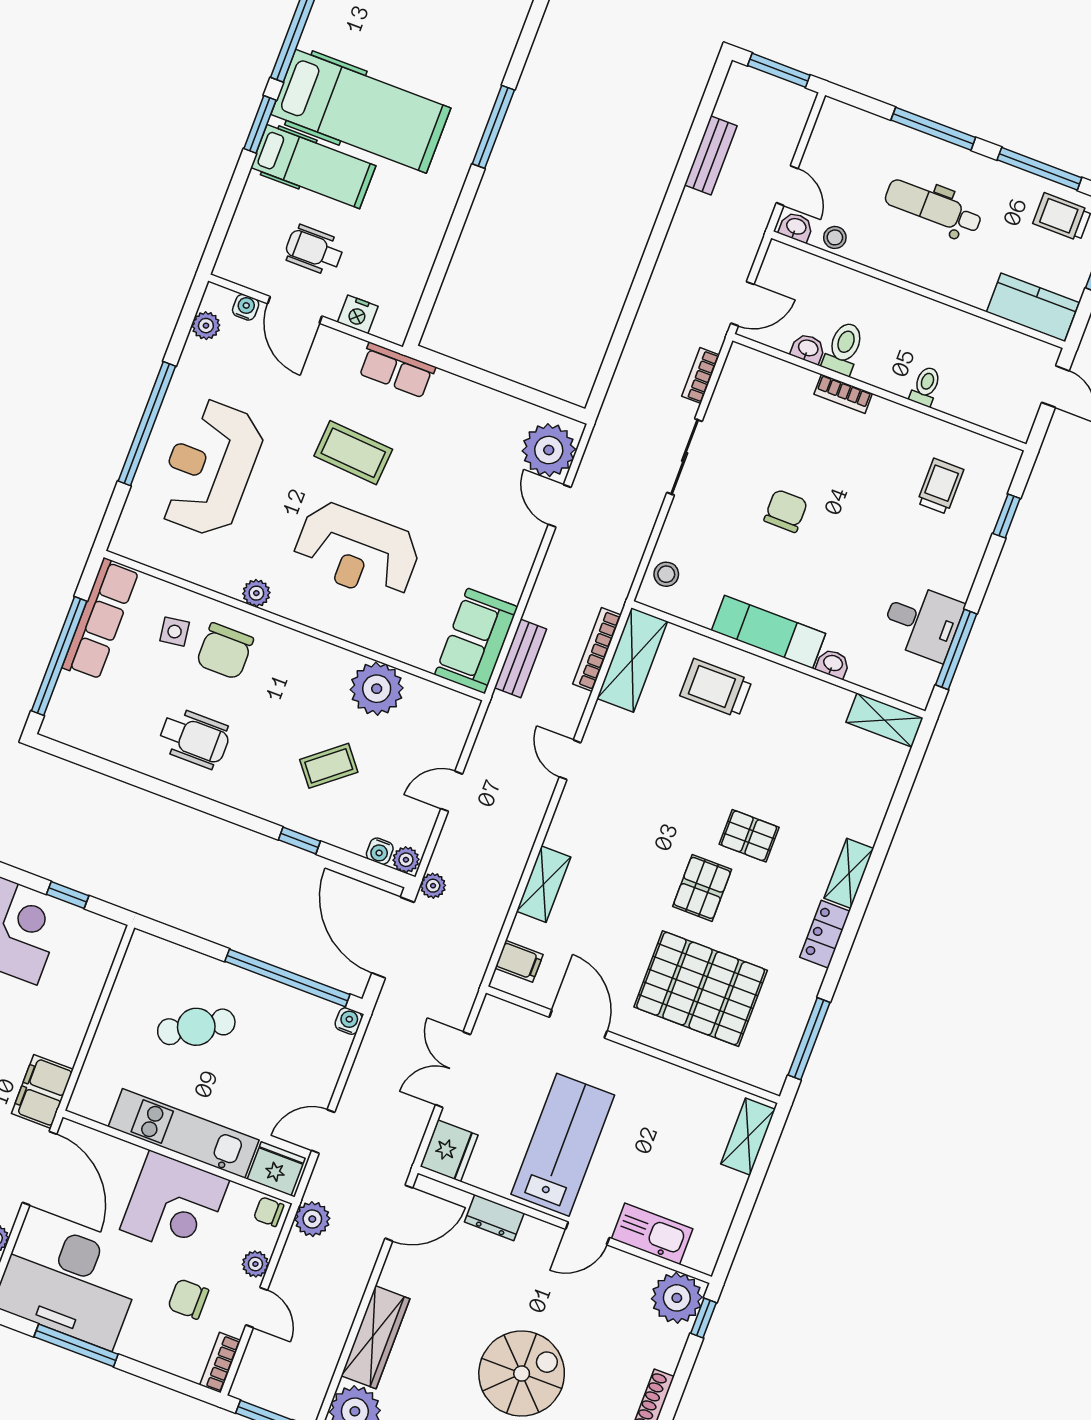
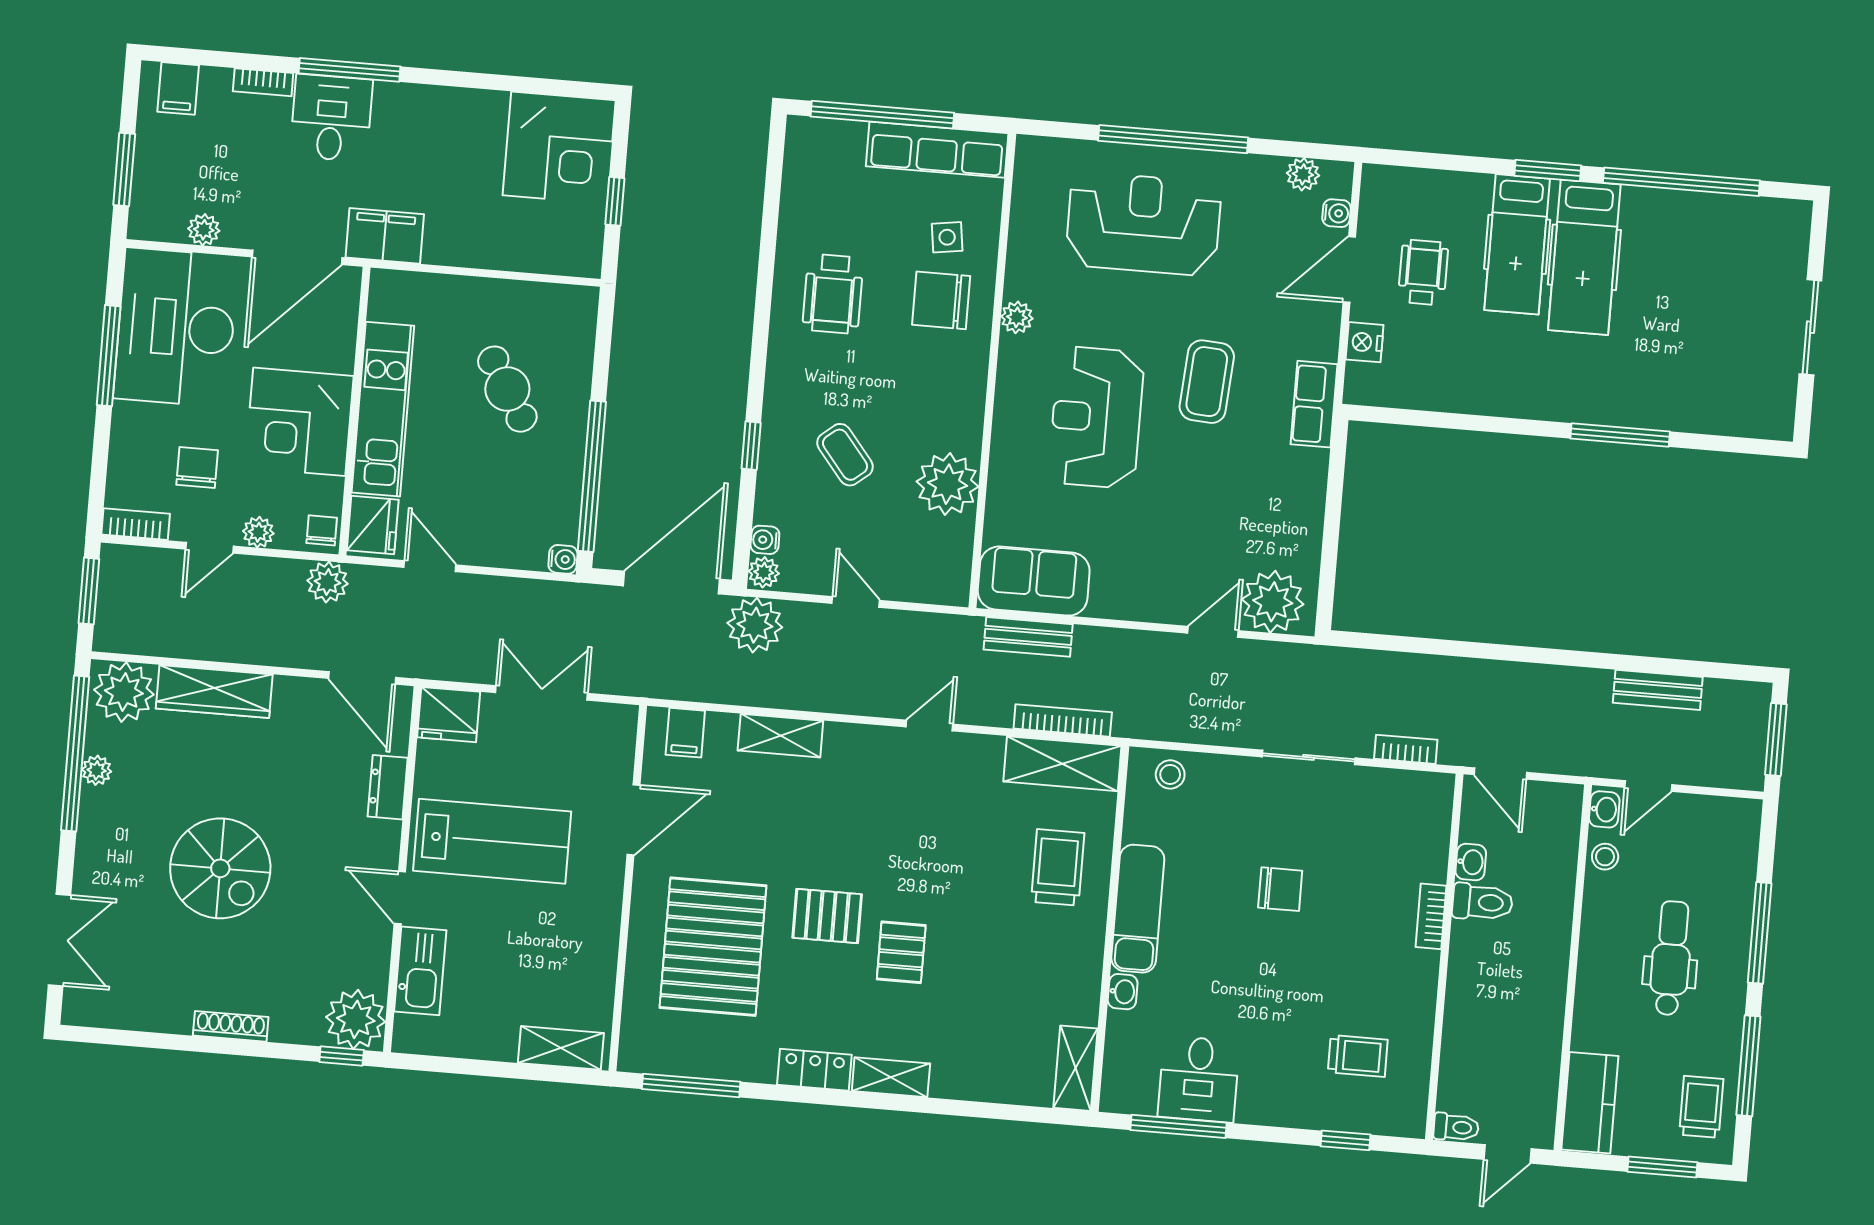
hospital bed: (361, 111) -> (1584, 257), width x0.73, depth x0.78
toilet: (926, 386) -> (1456, 1127), moved
plant: (433, 886) -> (755, 625), width x1.88, depth x1.88

